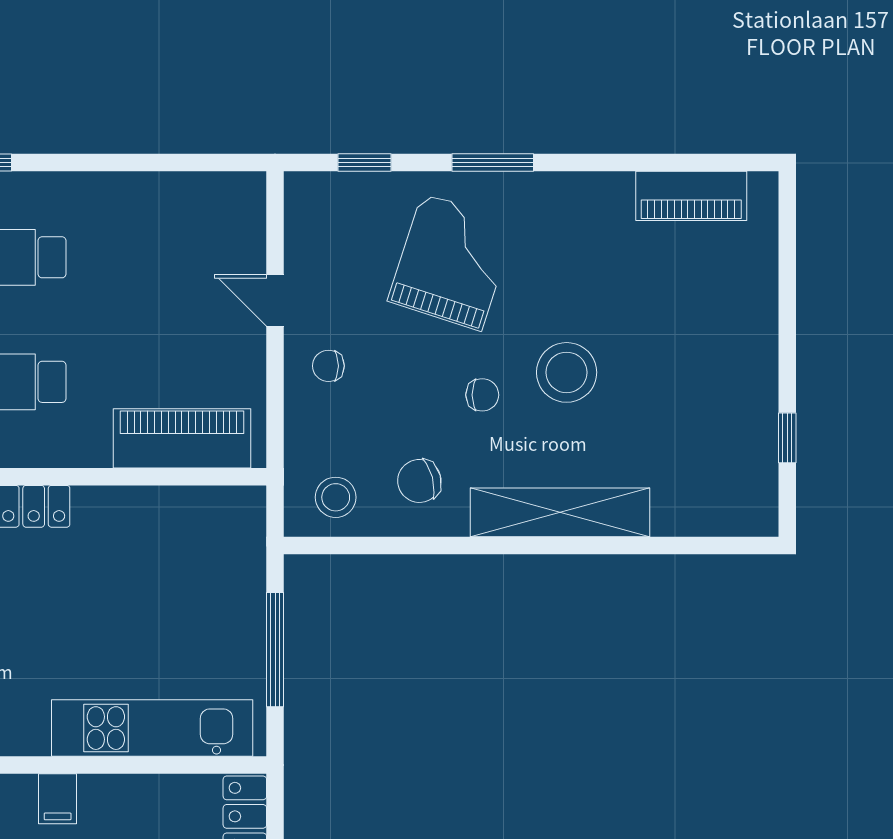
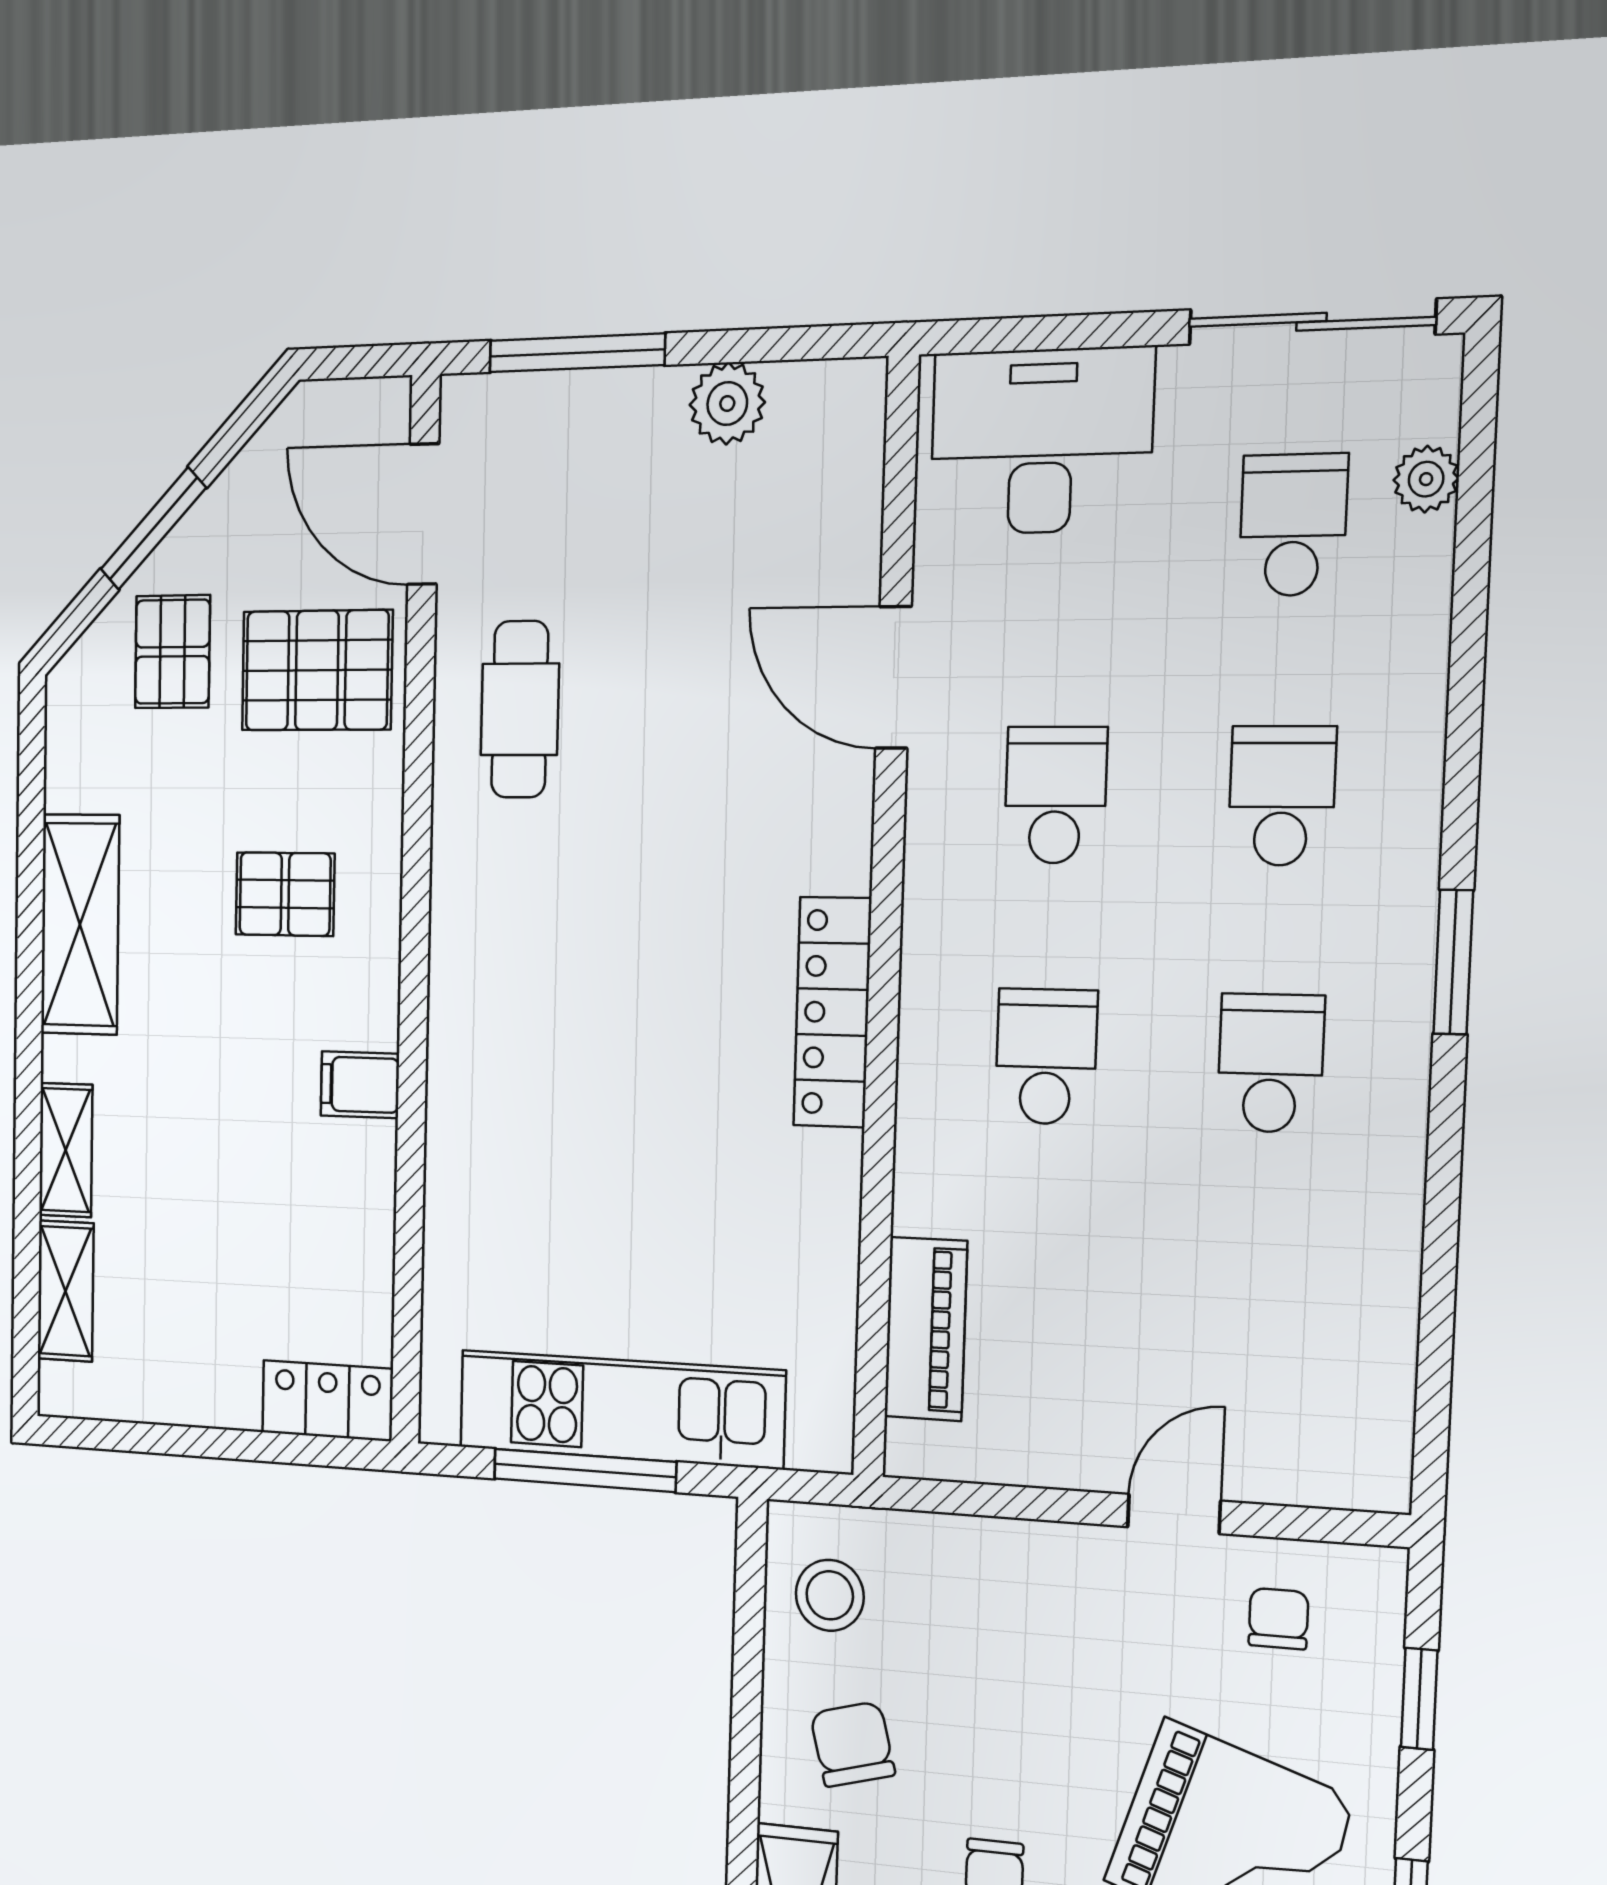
chair: (328, 366) -> (1278, 1619), moved
piano: (182, 438) -> (926, 1329), width x0.73, depth x0.75
kitchen unit: (152, 728) -> (621, 1409), moved, turned -90

